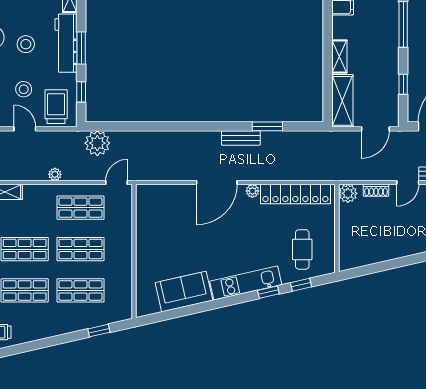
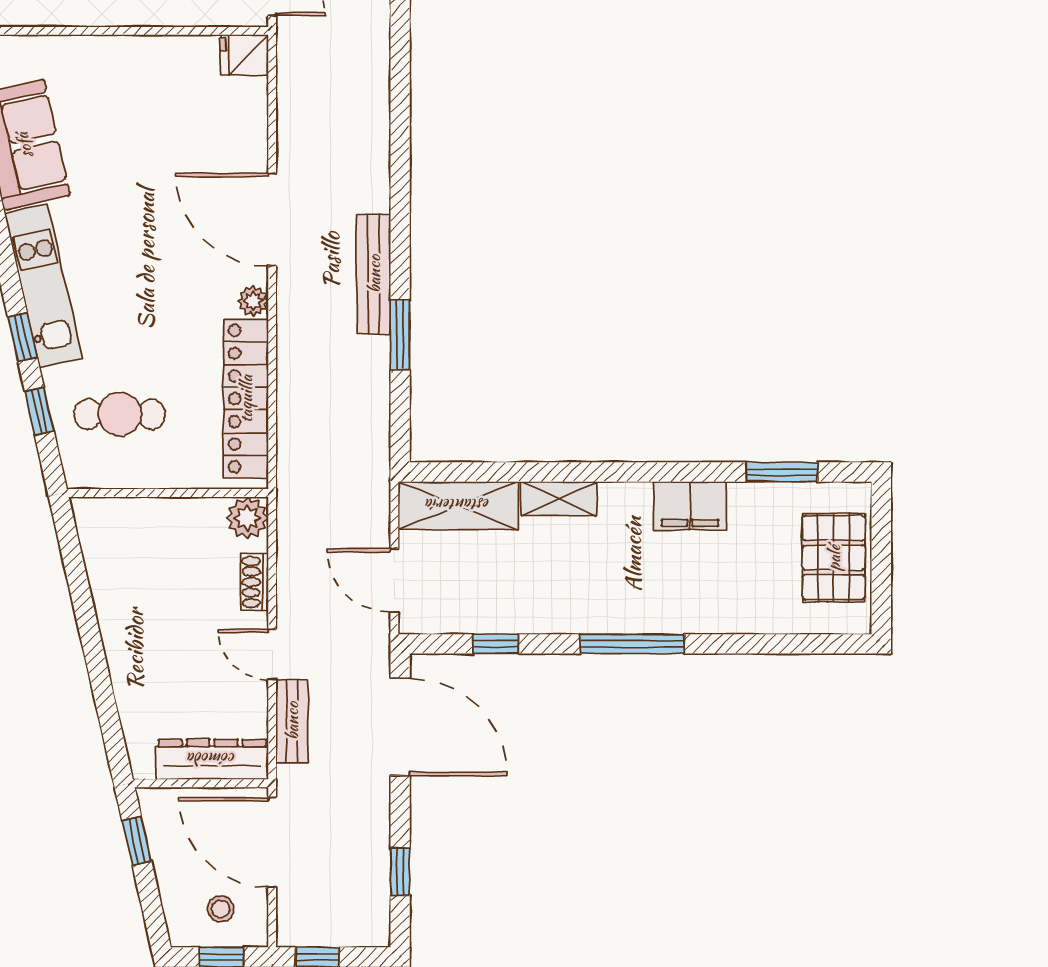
bench: (241, 138) -> (374, 274), width x1.36
fridge: (144, 195) -> (244, 55), added

